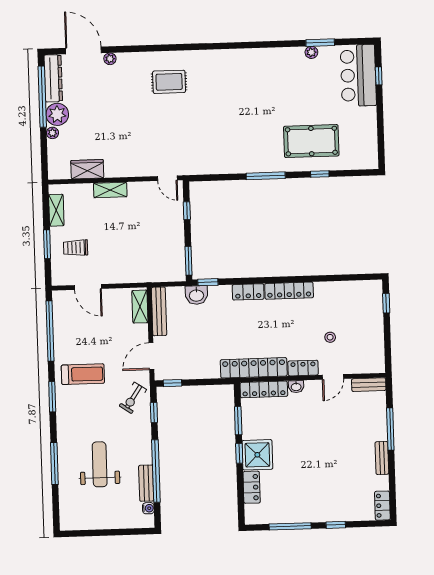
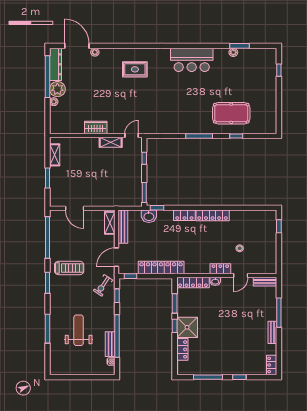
bar counter: (358, 75) -> (192, 60), moved, turned -90
wardrobe: (87, 169) -> (96, 127), moved
door: (167, 178) -> (132, 135), swing flipped
shelving: (110, 190) -> (111, 142), moved
trolley: (76, 248) -> (67, 181), removed
locker: (254, 368) -> (161, 268), moved

